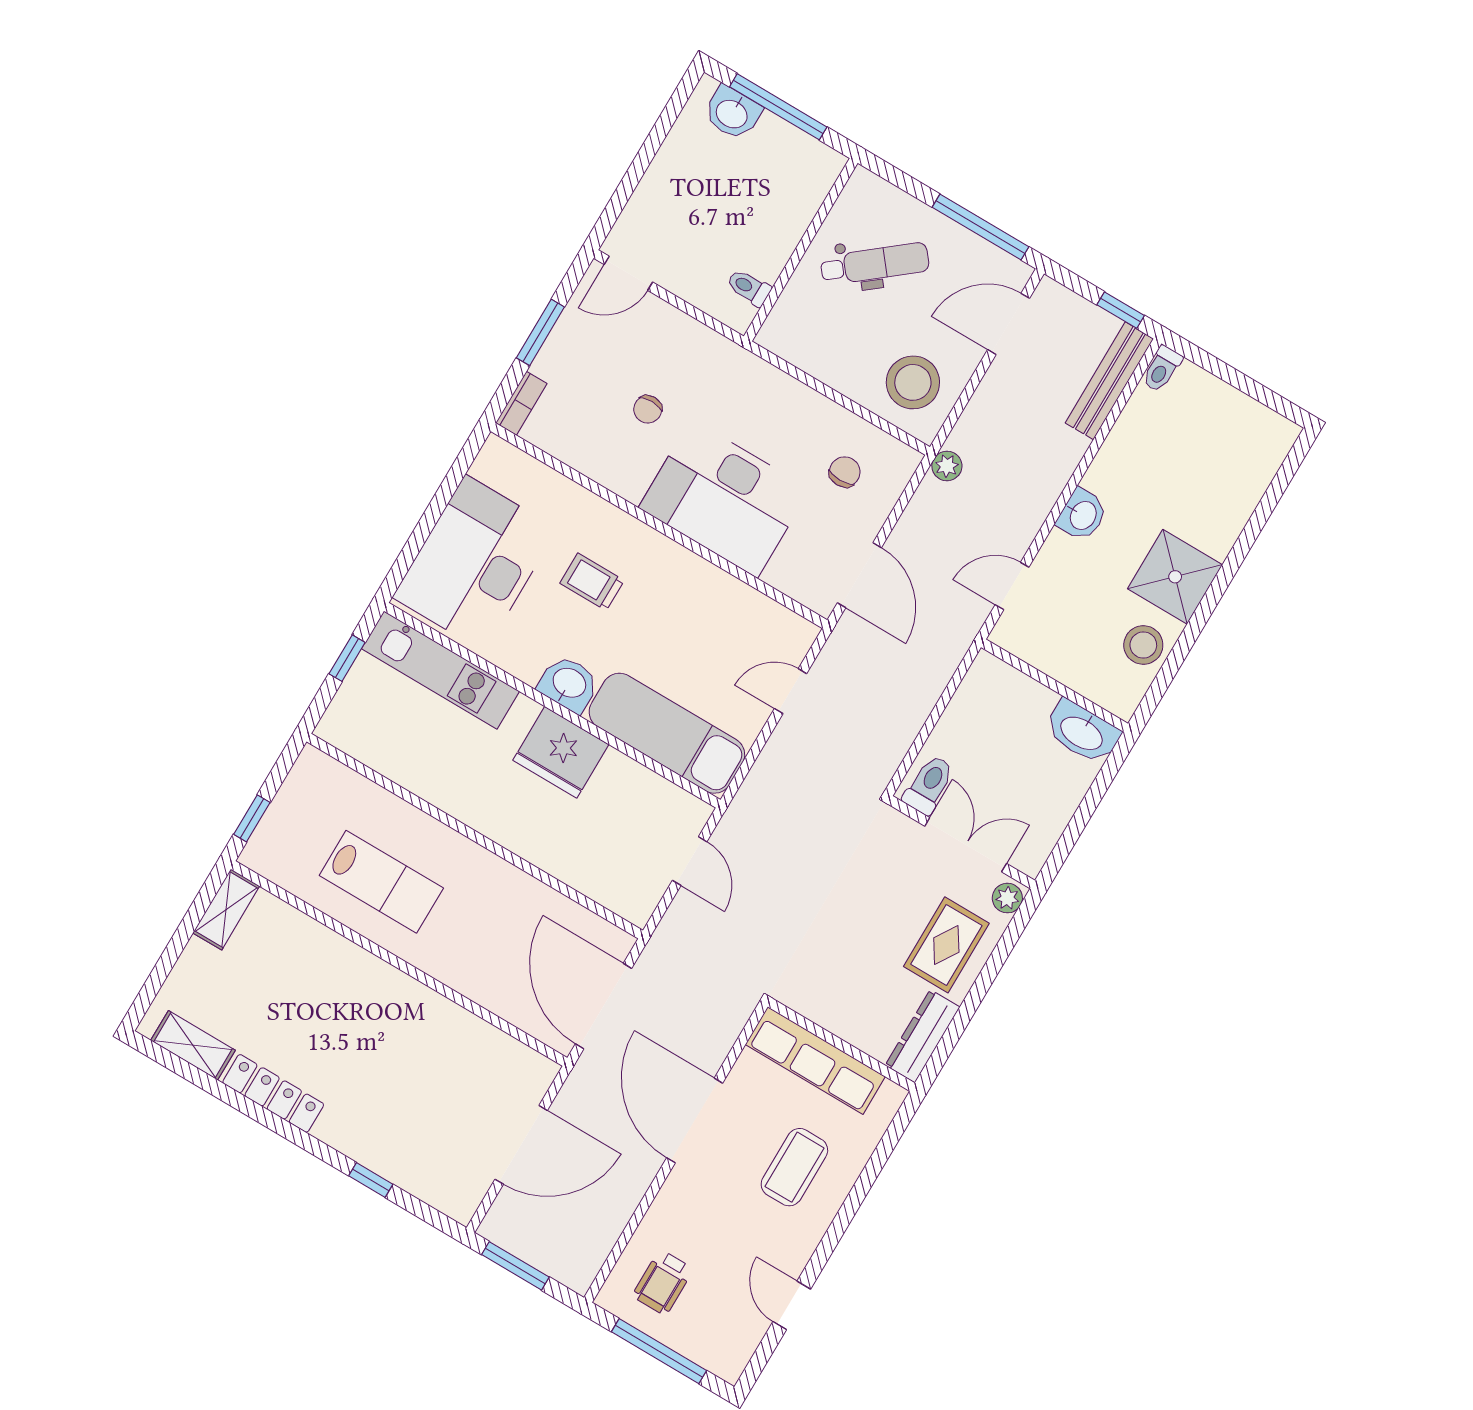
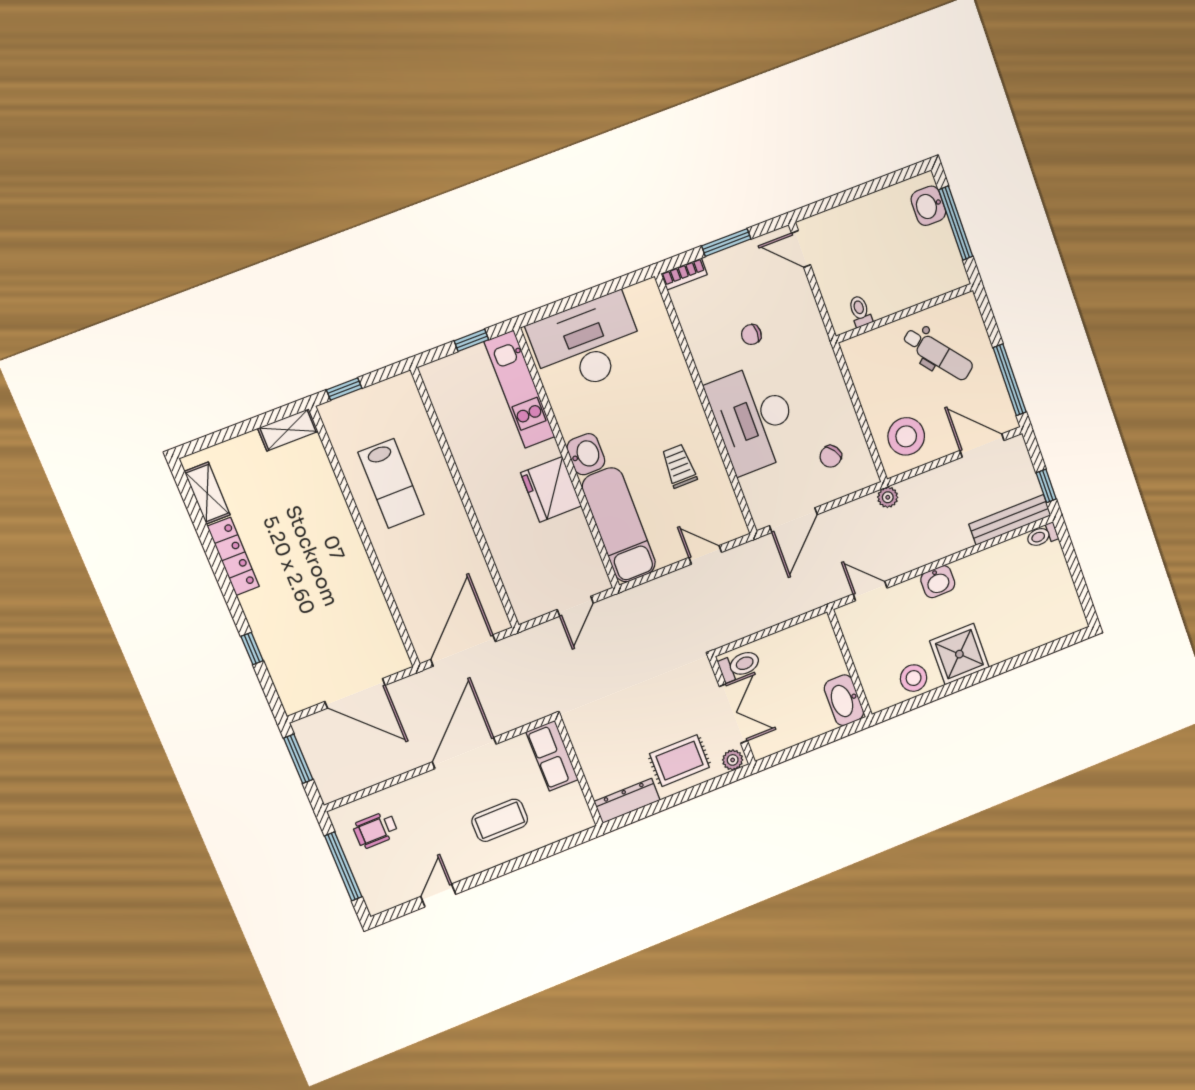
chair: (845, 472) -> (831, 456), turned 147
trolley: (592, 582) -> (679, 466), moved
row of seats: (815, 1060) -> (552, 756), width x0.68

